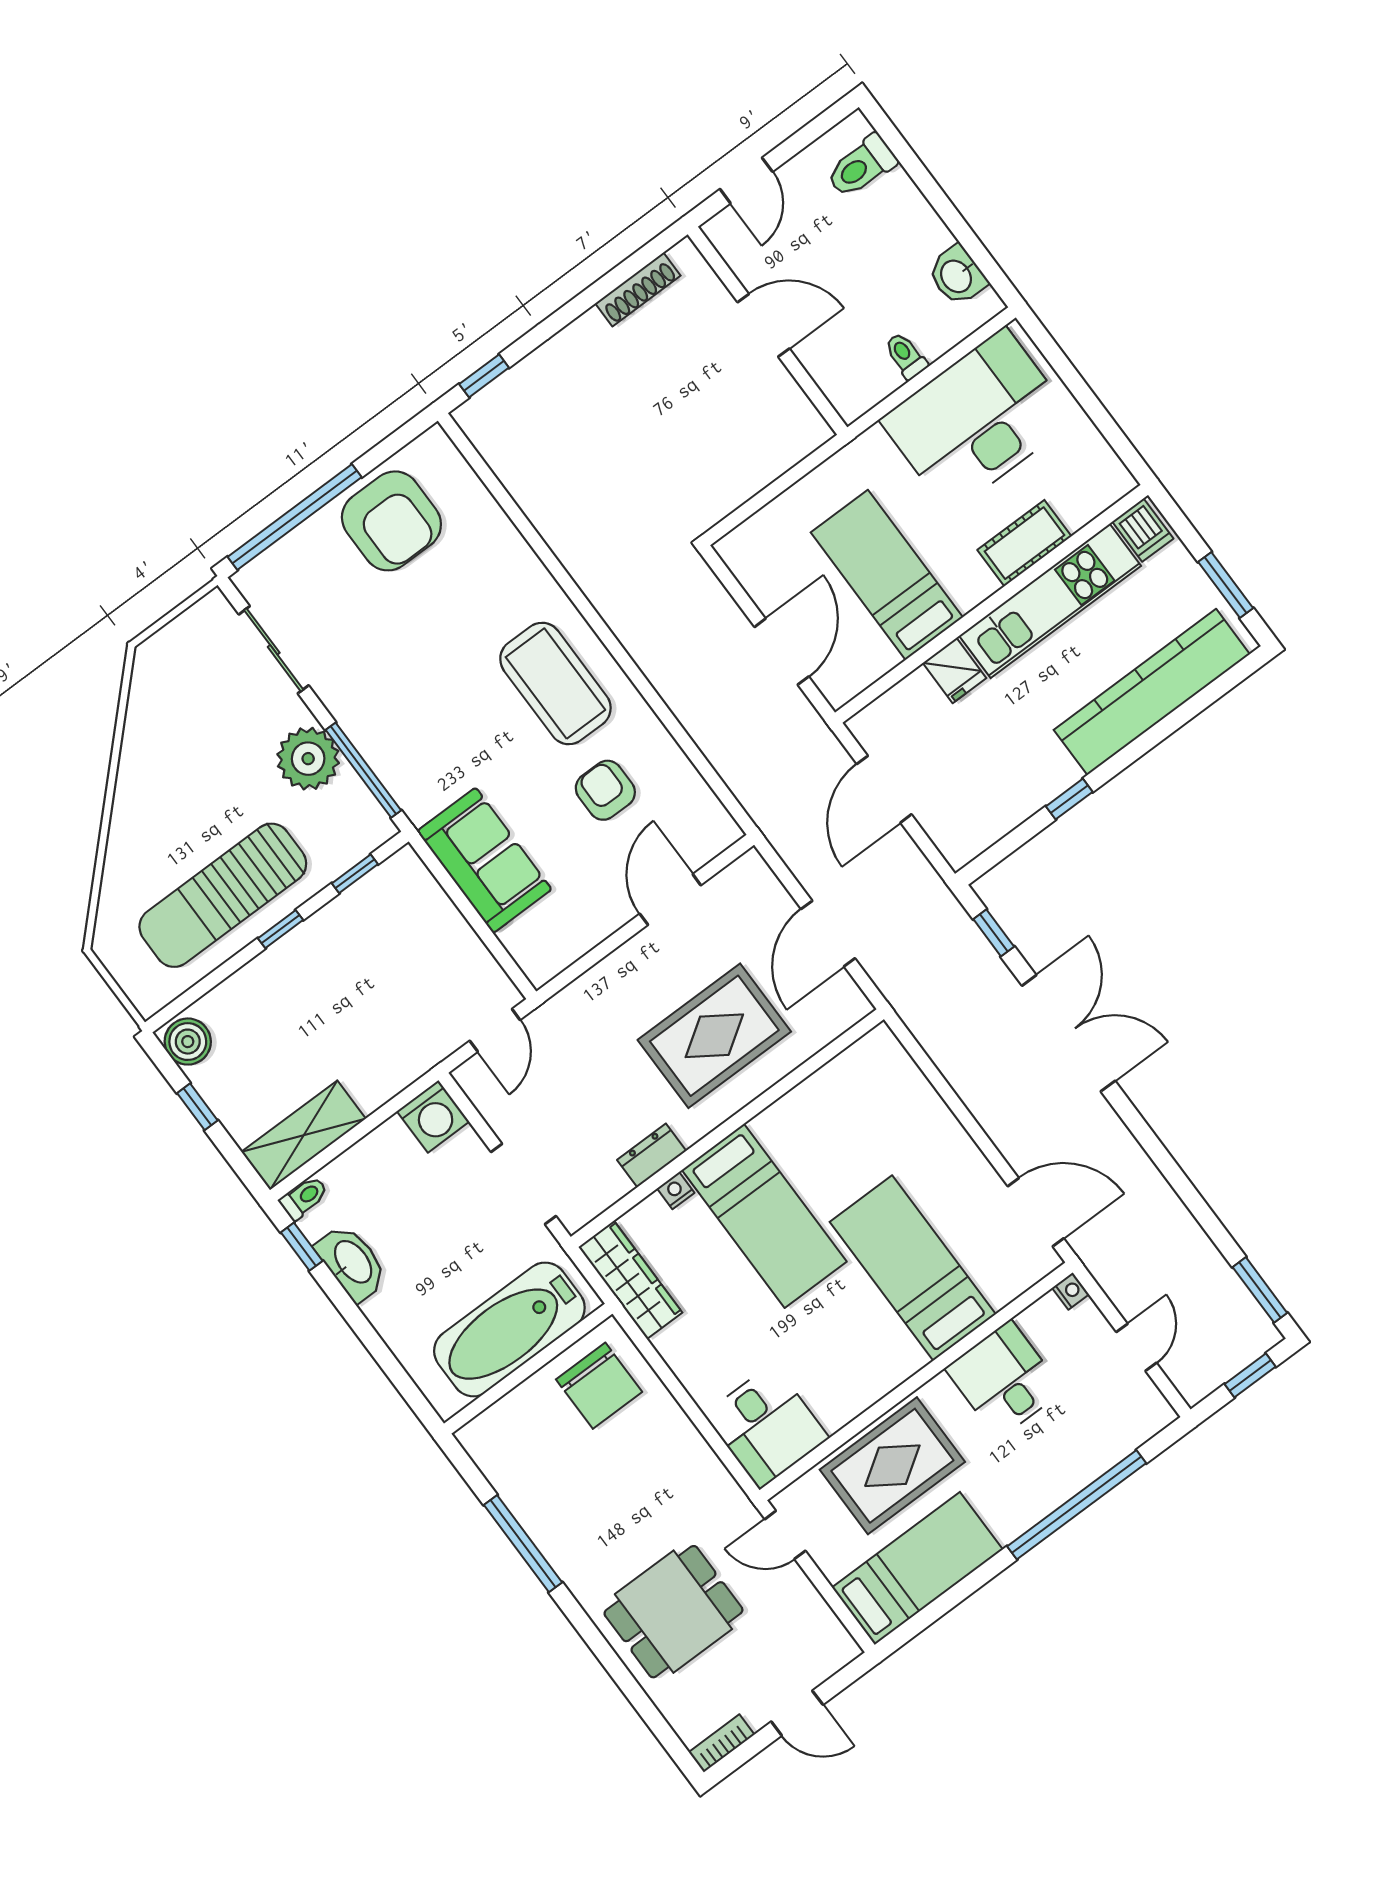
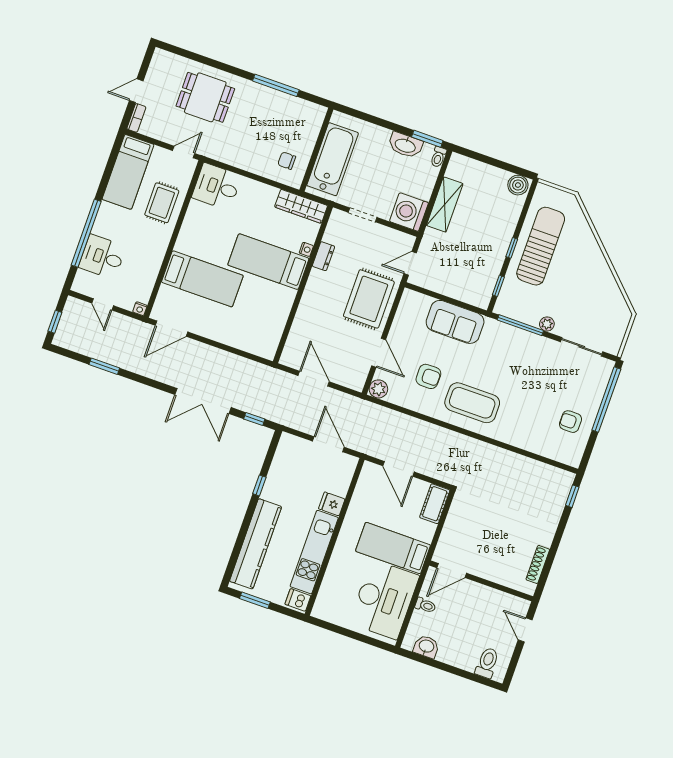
door: (763, 325) -> (452, 571), moved
armchair: (391, 521) -> (571, 422), width x0.53, depth x0.53
cot: (1024, 543) -> (435, 504), moved
bed: (887, 575) -> (393, 548), moved, turned 180
plant: (308, 759) -> (547, 324), width x0.53, depth x0.53
plant: (717, 831) -> (378, 389), added
door: (495, 1030) -> (410, 263), hinge flipped
rug: (714, 1036) -> (369, 299), moved
window: (197, 1107) -> (499, 164), removed
washing machine: (433, 1116) -> (409, 212), width x1.37, depth x1.37
shelving: (304, 1135) -> (445, 205), moved
doorway: (524, 1184) -> (363, 215), width x0.73
window: (302, 1247) -> (427, 139), width x1.50
window: (1260, 1290) -> (104, 366), moved
desk: (1004, 1380) -> (102, 257), moved, turned 180
chair: (599, 1386) -> (287, 161), width x0.54, depth x0.54
rug: (892, 1466) -> (162, 203), width x0.73, depth x0.70
dining table: (673, 1612) -> (205, 97), turned 90
bookcase: (722, 1743) -> (136, 118), moved

